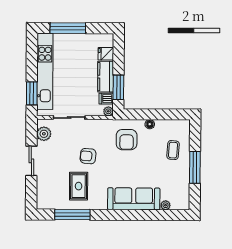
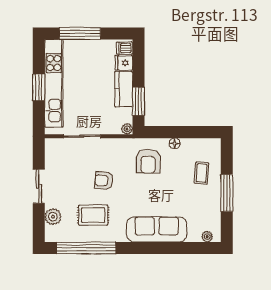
window: (32, 93) -> (39, 87), moved
dishwasher: (106, 99) -> (124, 48), moved
plant: (44, 134) -> (53, 217), moved
rug: (79, 186) -> (93, 215), turned 90
plant: (166, 205) -> (207, 237), moved
window: (72, 215) -> (86, 248), width x1.46

